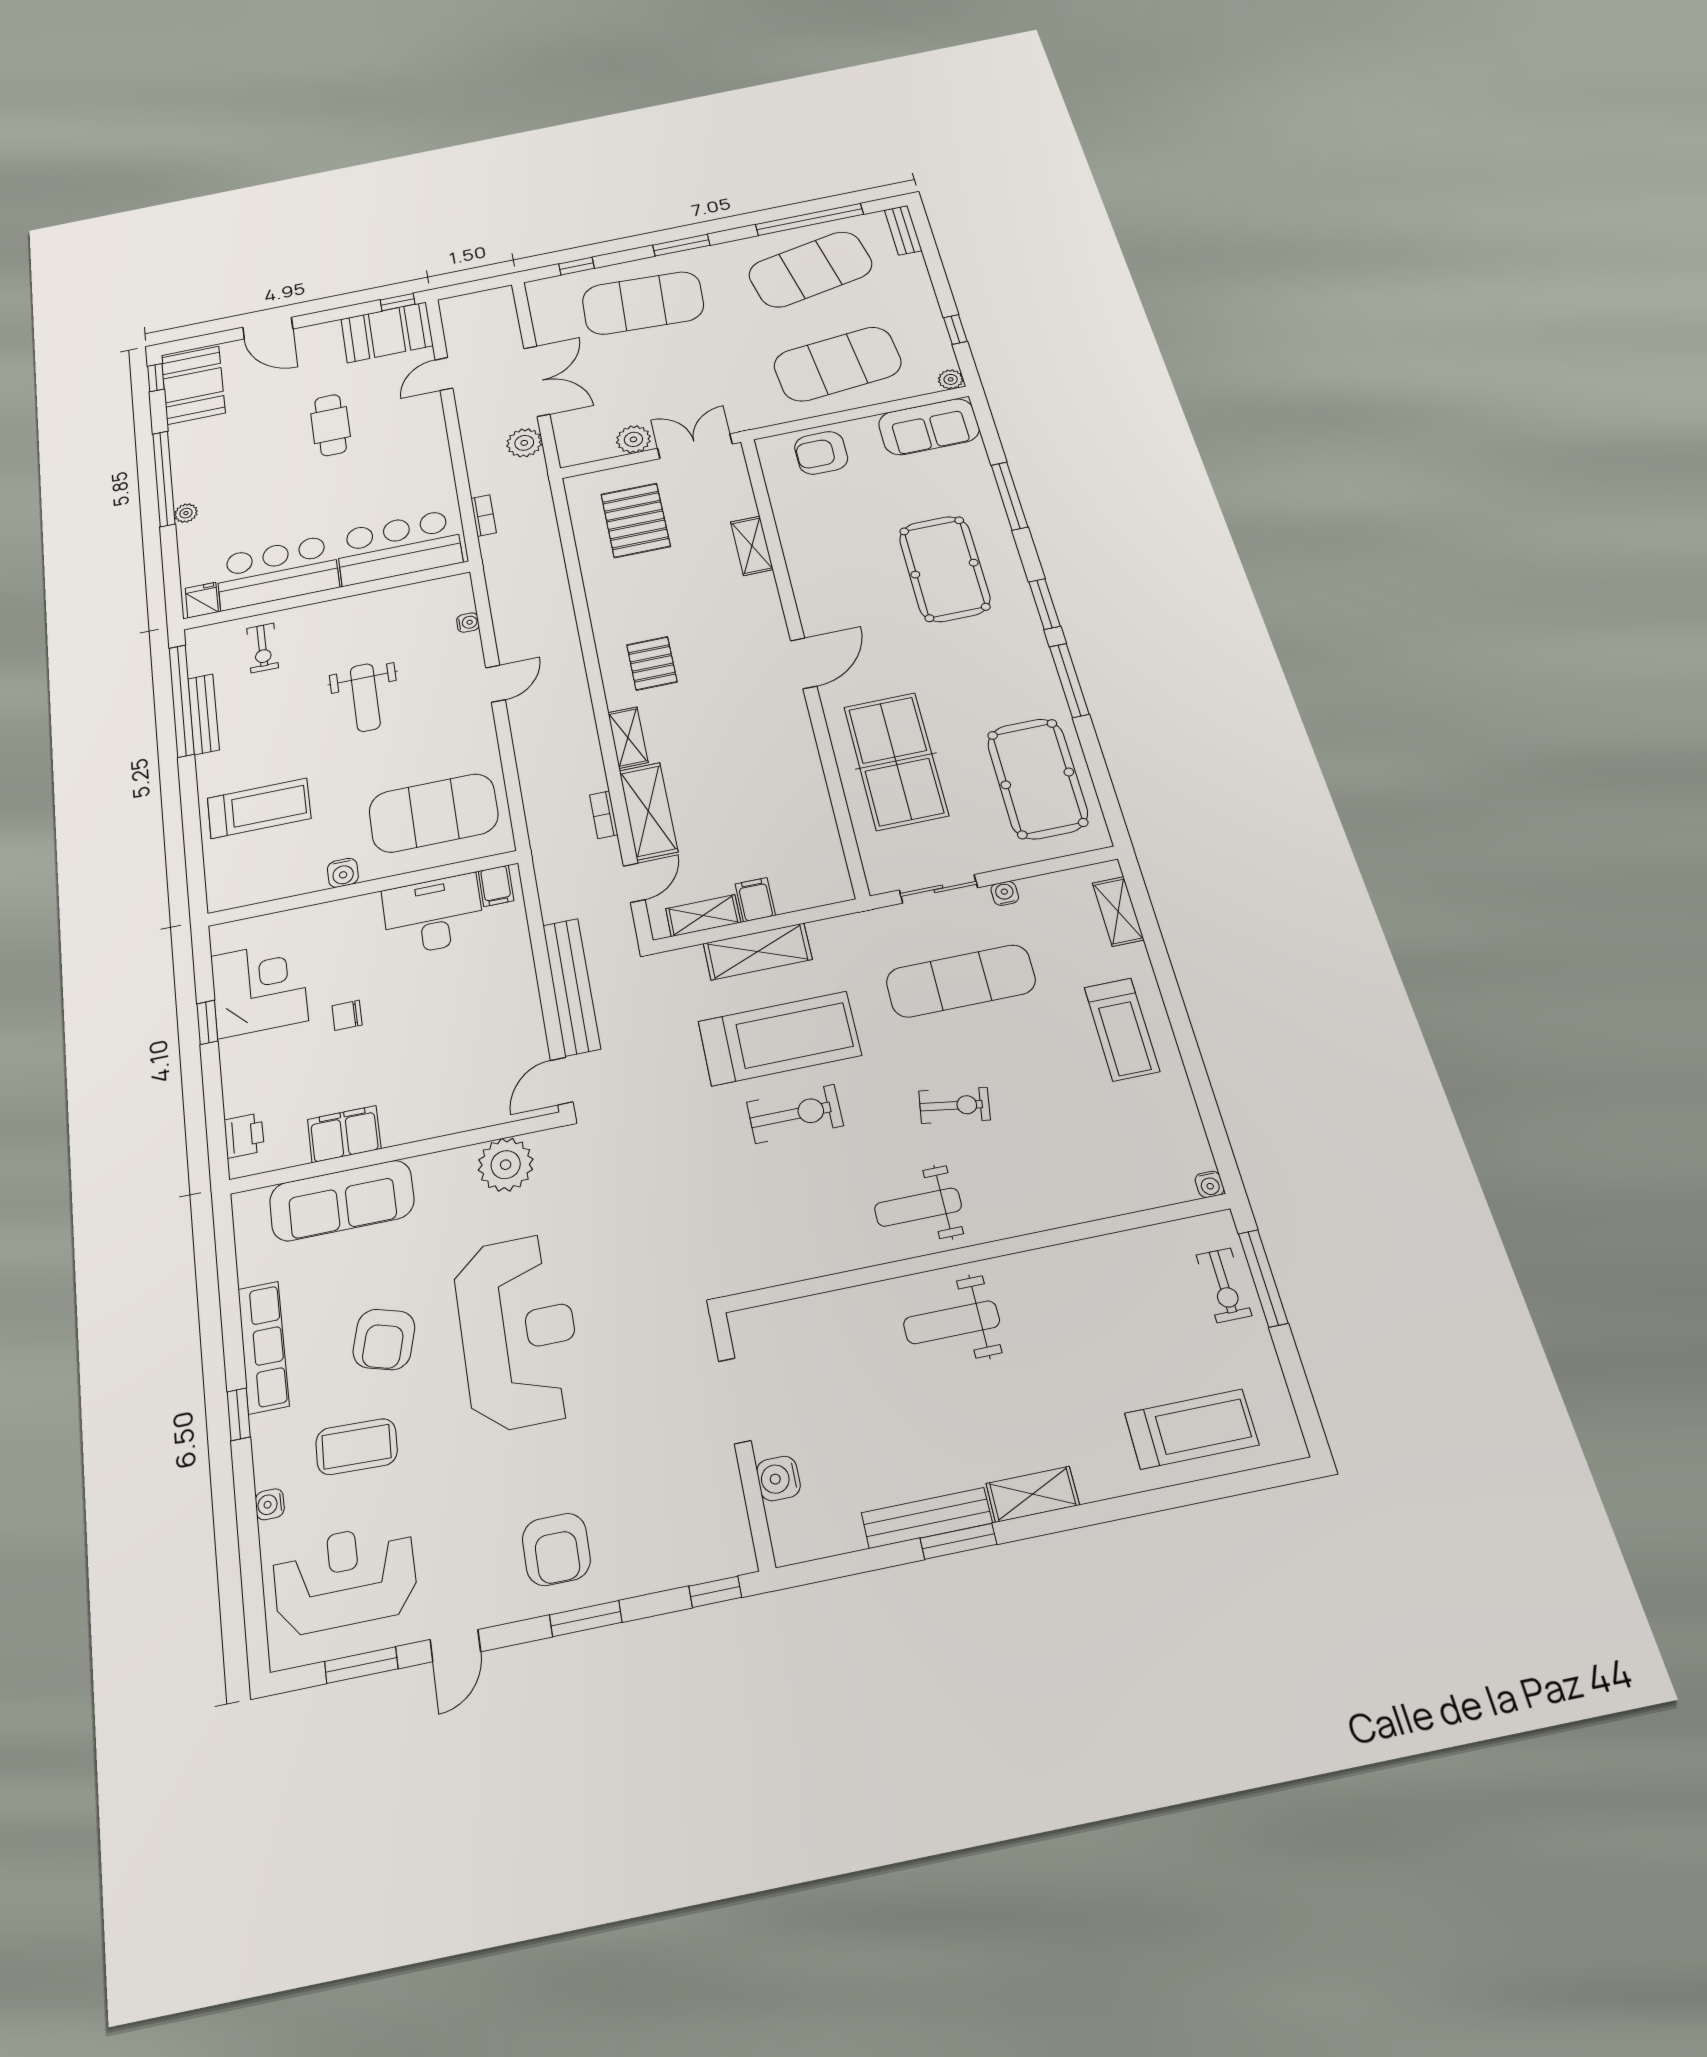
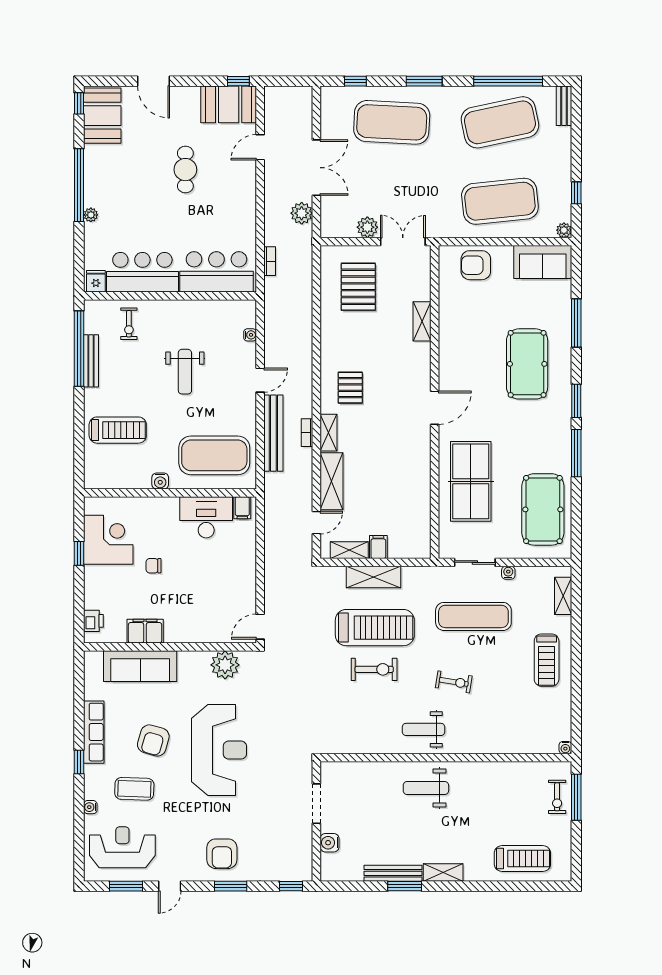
bookcase: (604, 815) -> (307, 433), moved
bench: (571, 986) -> (273, 433), moved

